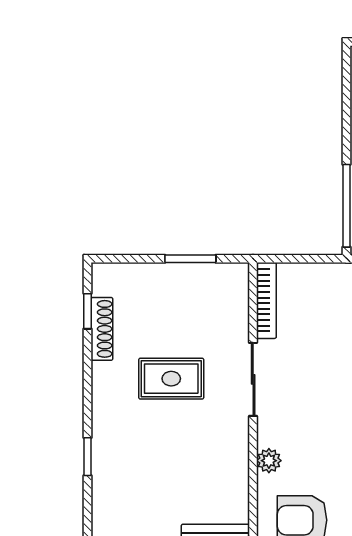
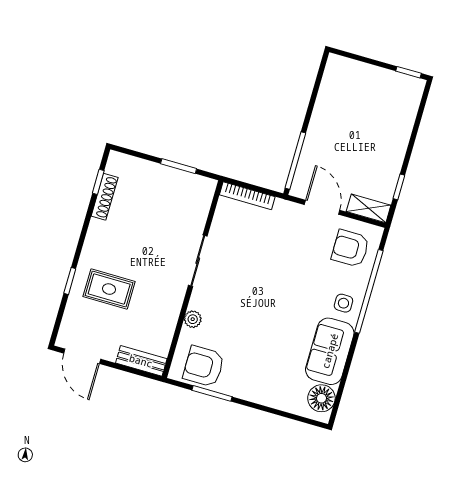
bookcase: (266, 300) -> (247, 196), moved, turned 90
rug: (171, 379) -> (109, 289), moved

